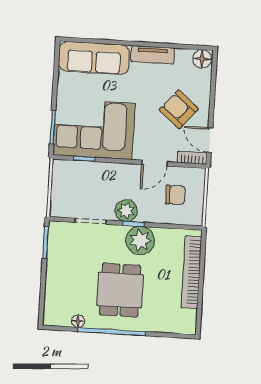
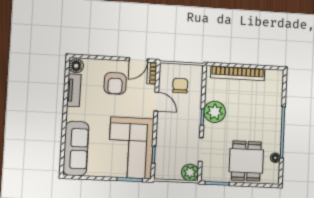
tv unit: (153, 55) -> (74, 90), moved
armchair: (179, 109) -> (115, 83), turned -40
plant: (126, 211) -> (190, 172), moved
dining table: (120, 290) -> (246, 161), moved, turned 90

